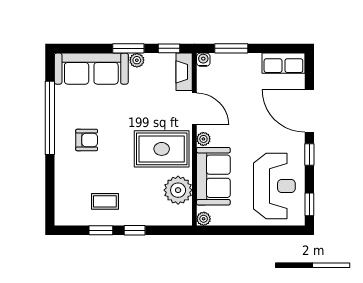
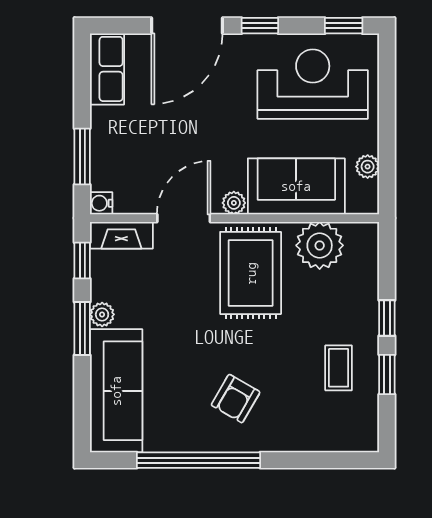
armchair: (87, 140) -> (236, 399), turned -150
plant: (204, 219) -> (368, 167), moved

